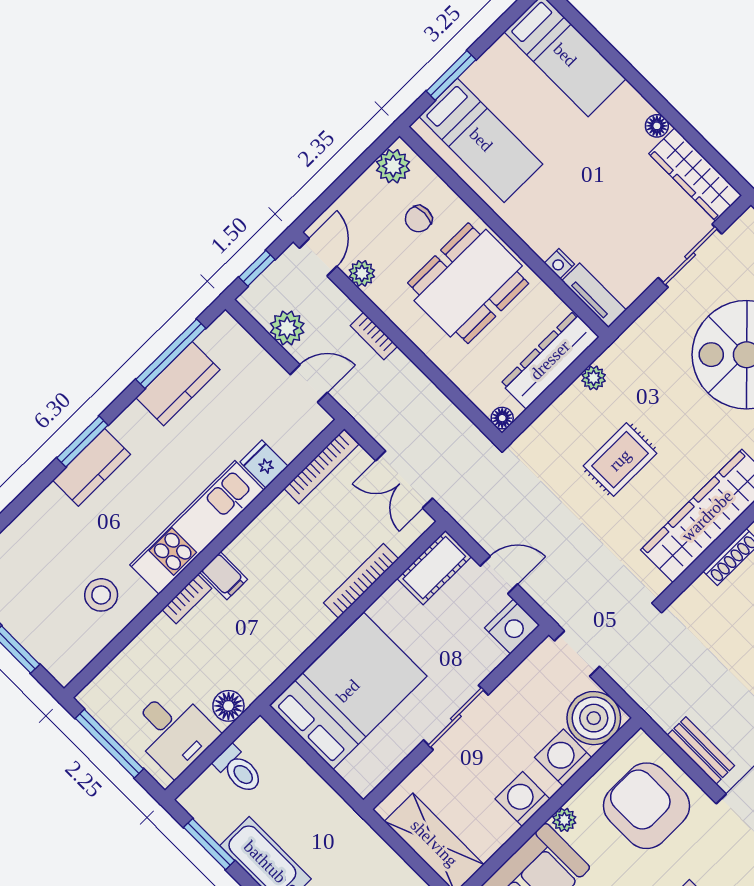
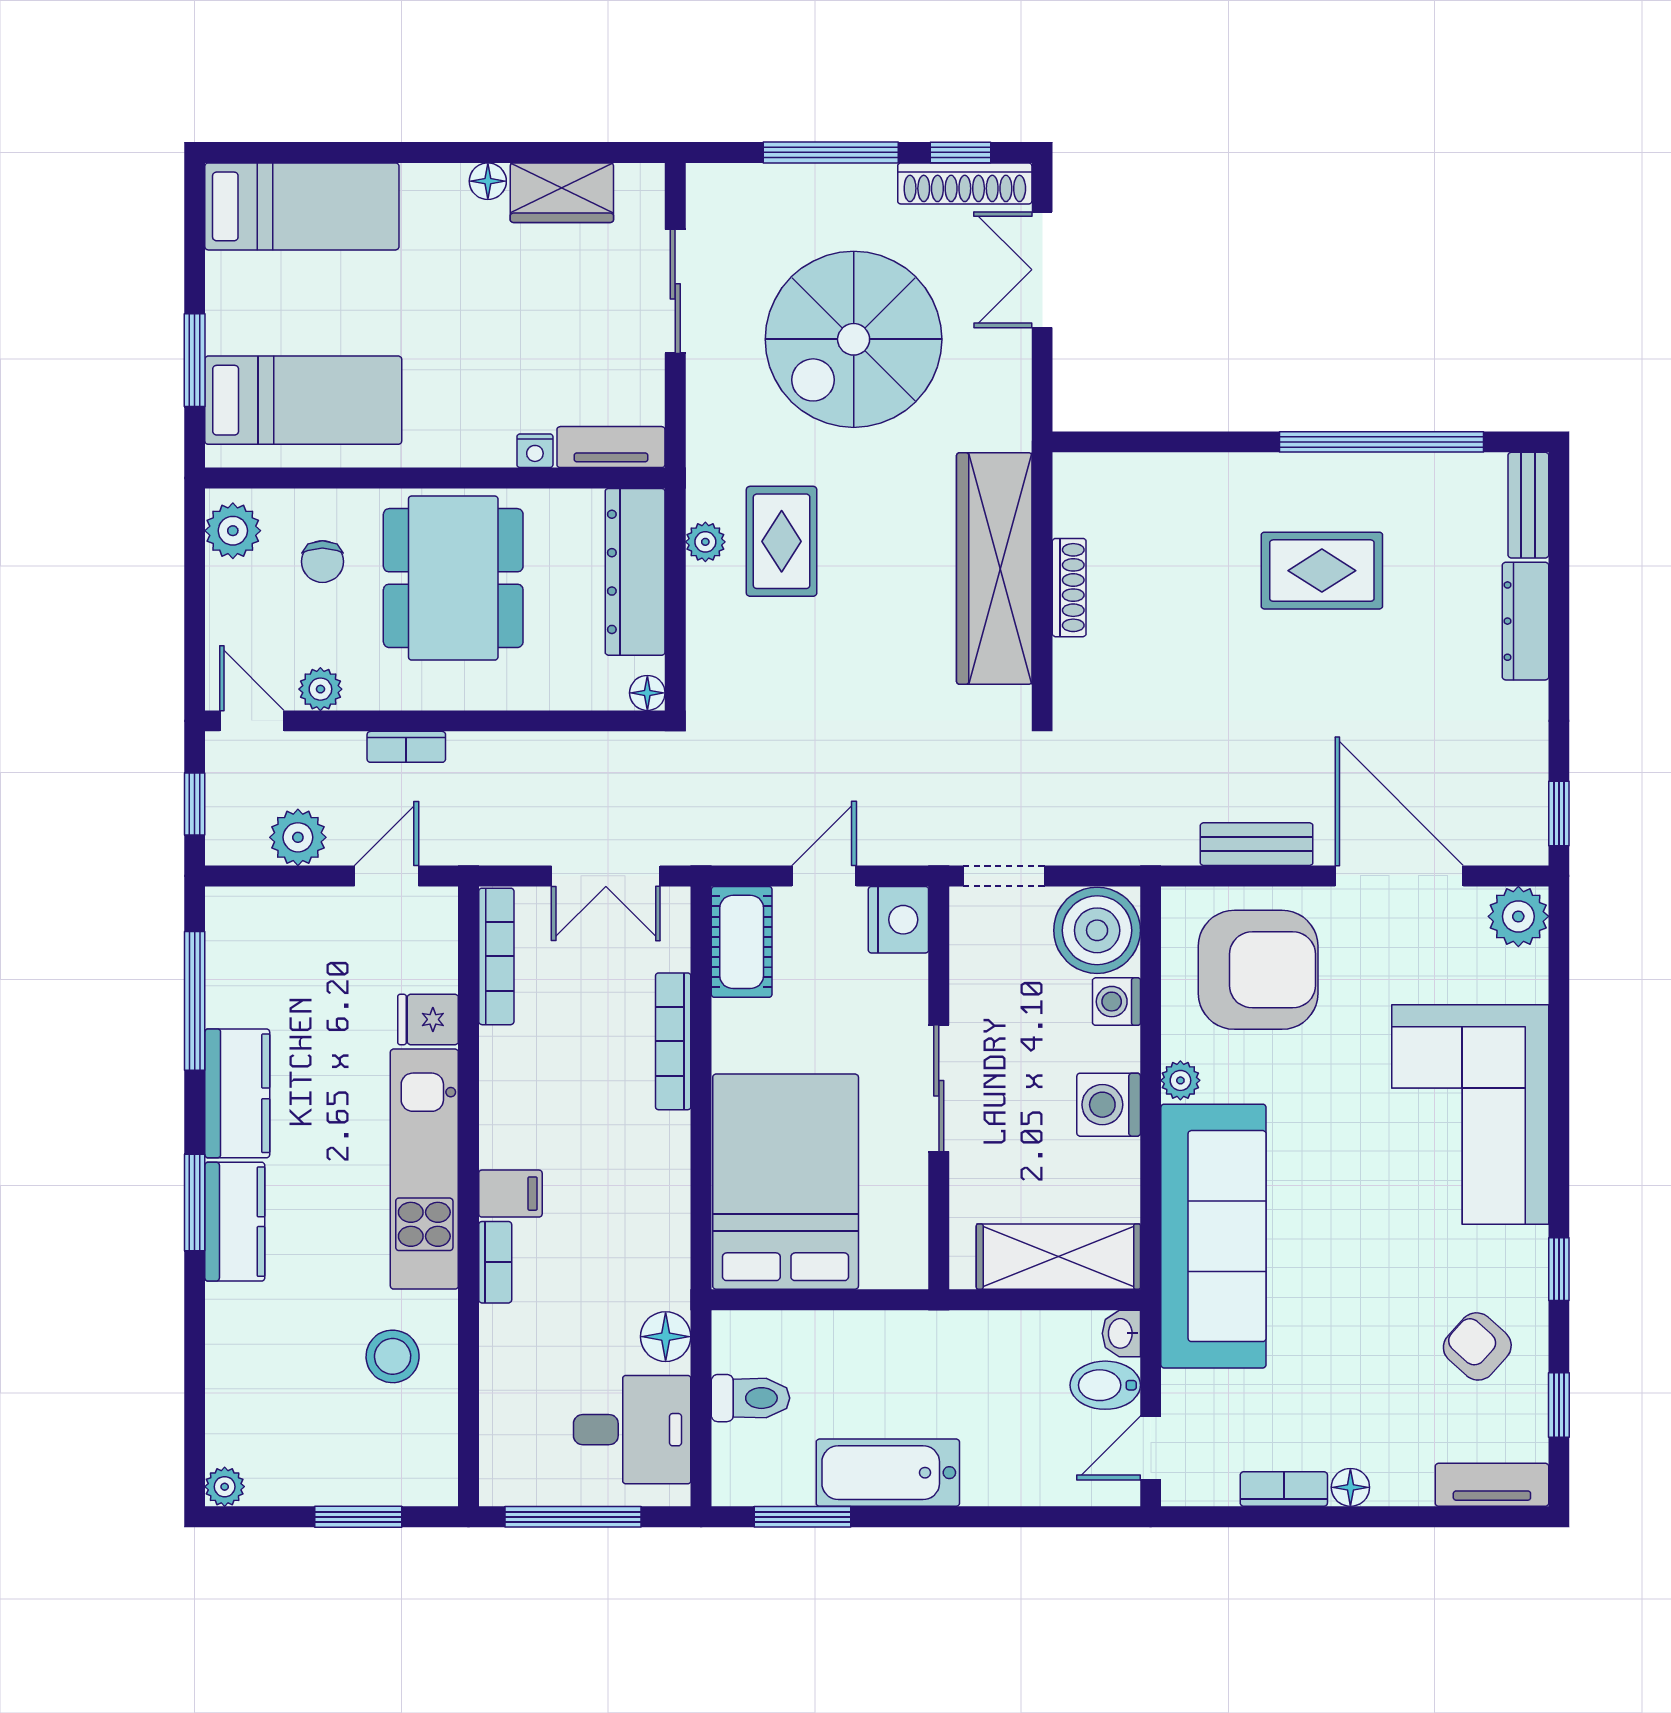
wardrobe: (695, 175) -> (562, 193), width x0.67
kitchen counter: (178, 384) -> (237, 1093), moved
rug: (620, 460) -> (782, 541), moved
washing machine: (563, 758) -> (1116, 1002), width x0.73, depth x0.73
armchair: (647, 806) -> (1258, 970), turned 180

